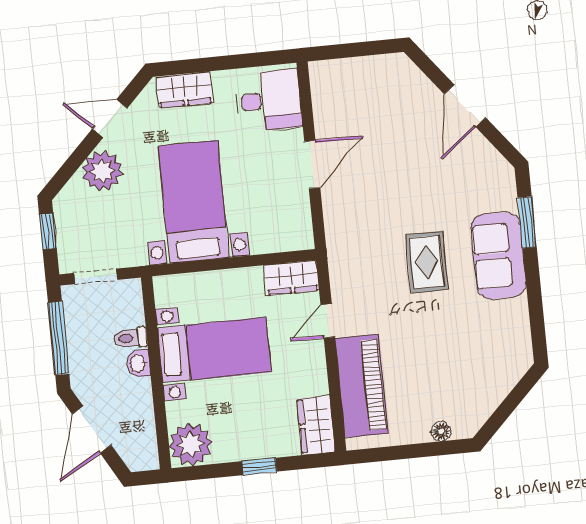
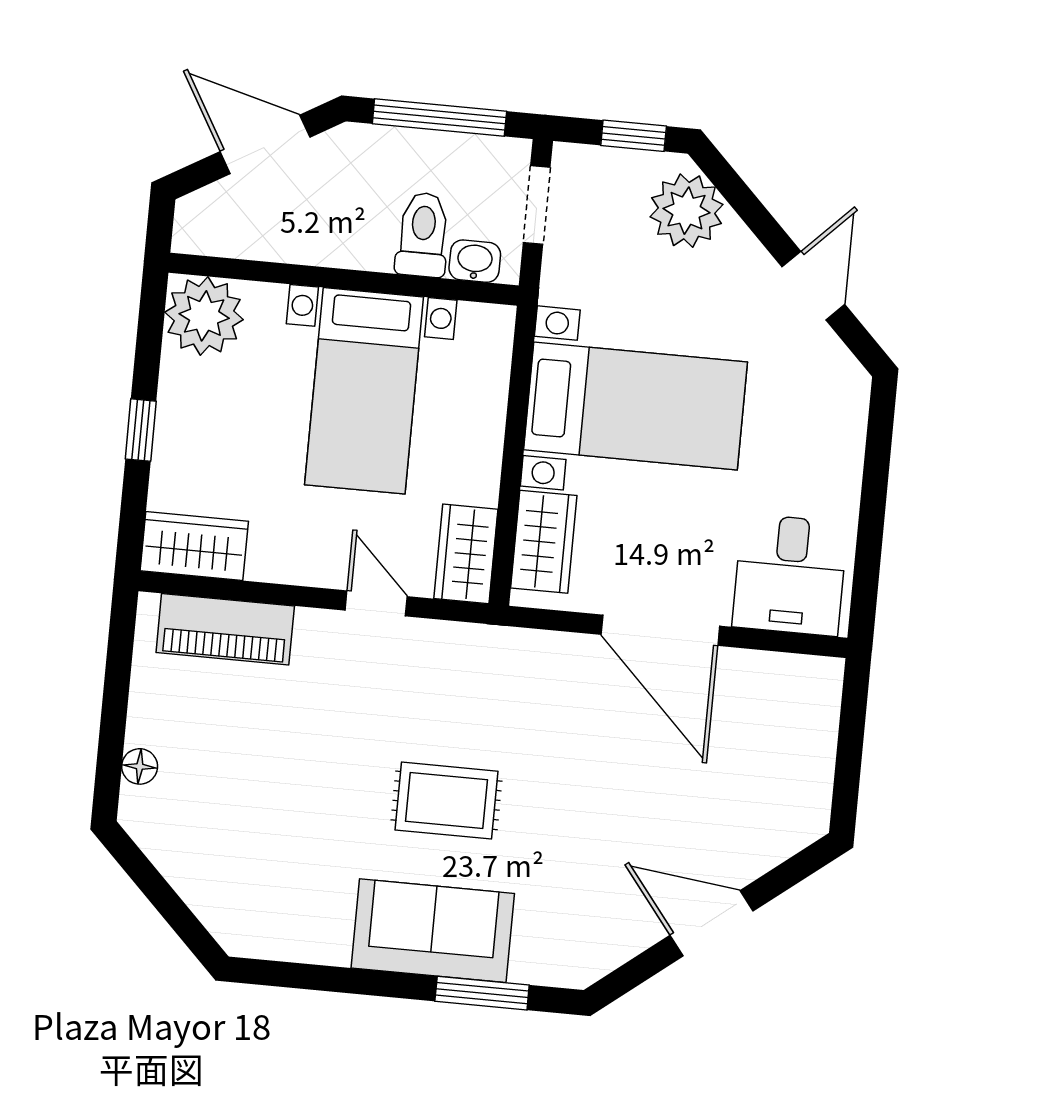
wardrobe: (185, 90) -> (544, 542), moved, turned 180
door: (312, 165) -> (660, 630), width x1.36
plant: (102, 171) -> (687, 211), moved
toilet: (130, 338) -> (423, 235), width x1.37, depth x1.39
washbasin: (138, 363) -> (475, 261), moved
piano: (362, 386) -> (225, 629), width x0.73, depth x0.75

